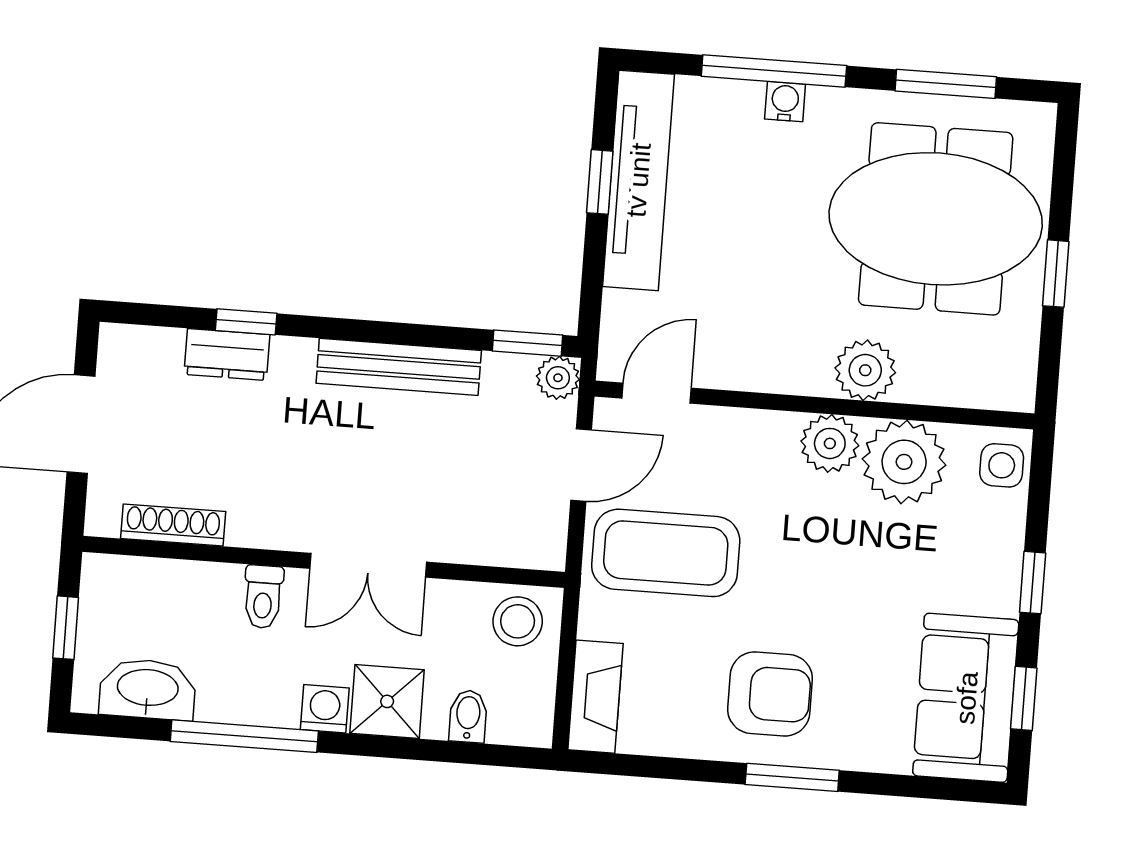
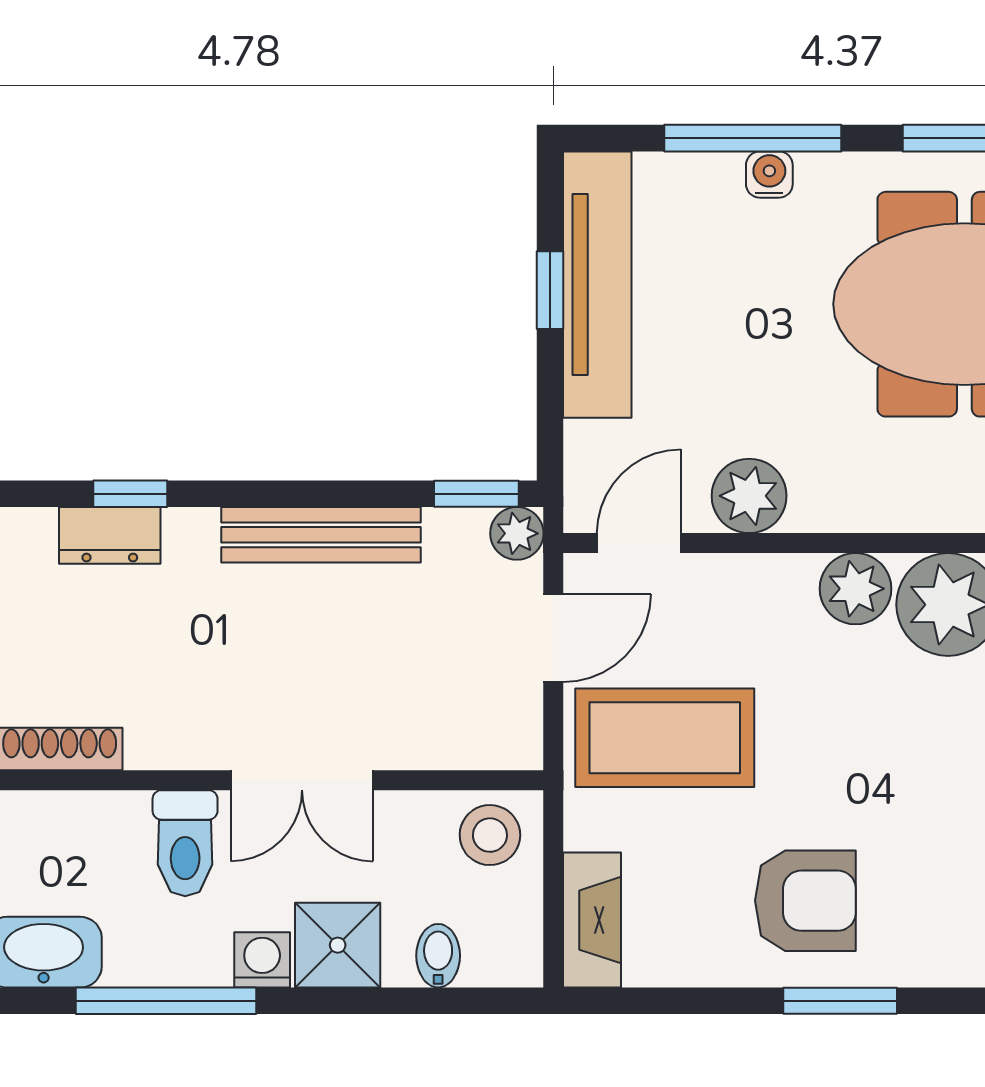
plant: (865, 370) -> (749, 496), moved
toilet: (263, 597) -> (185, 843), width x1.37, depth x1.39

